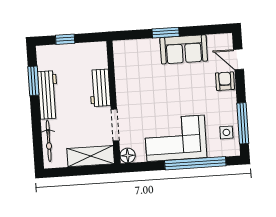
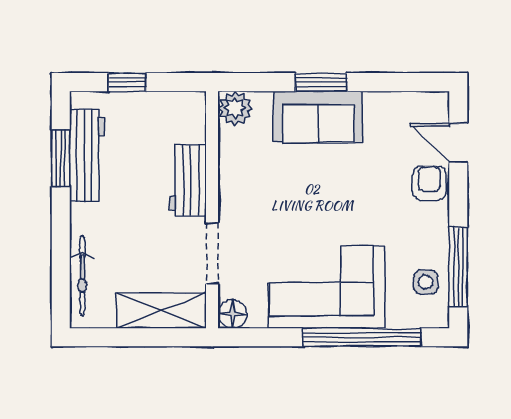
plant: (122, 49) -> (235, 108), added
sofa: (184, 49) -> (318, 117), moved
workbench: (48, 95) -> (87, 156), moved

